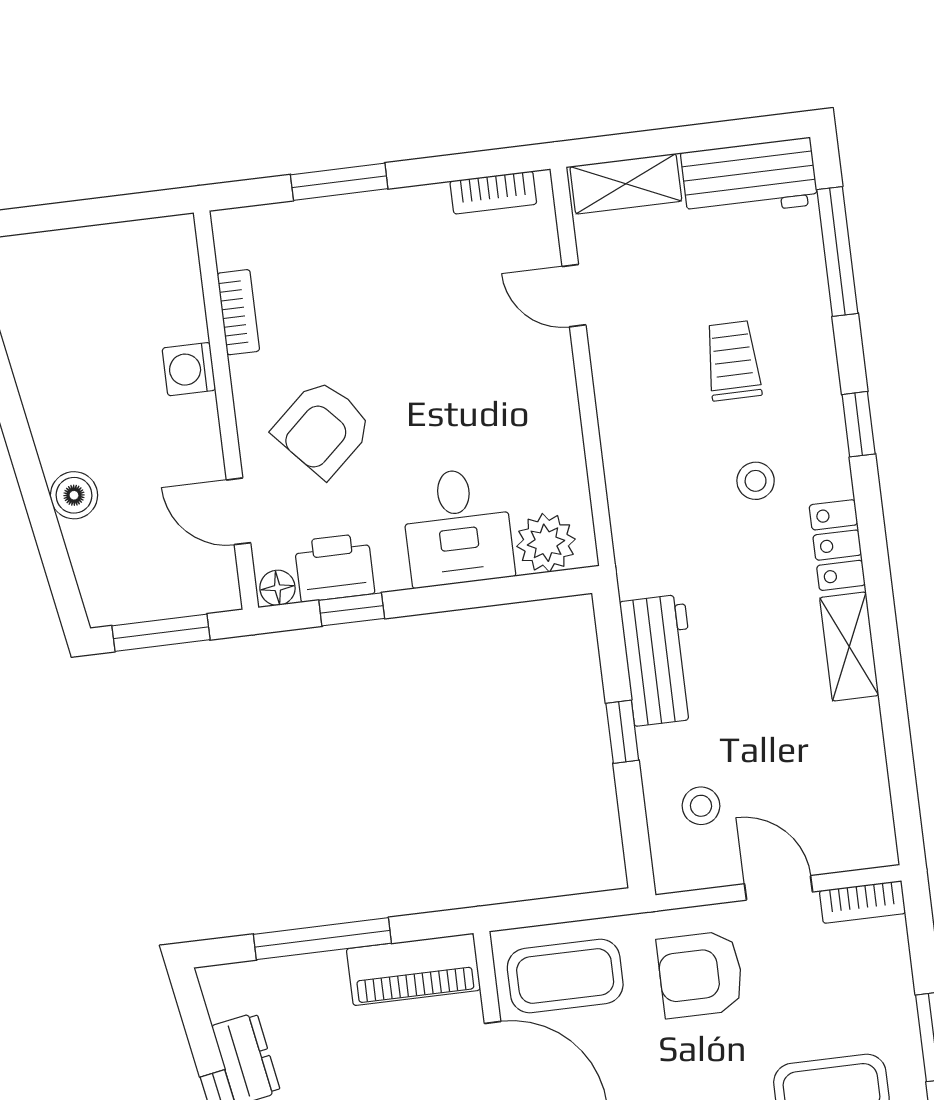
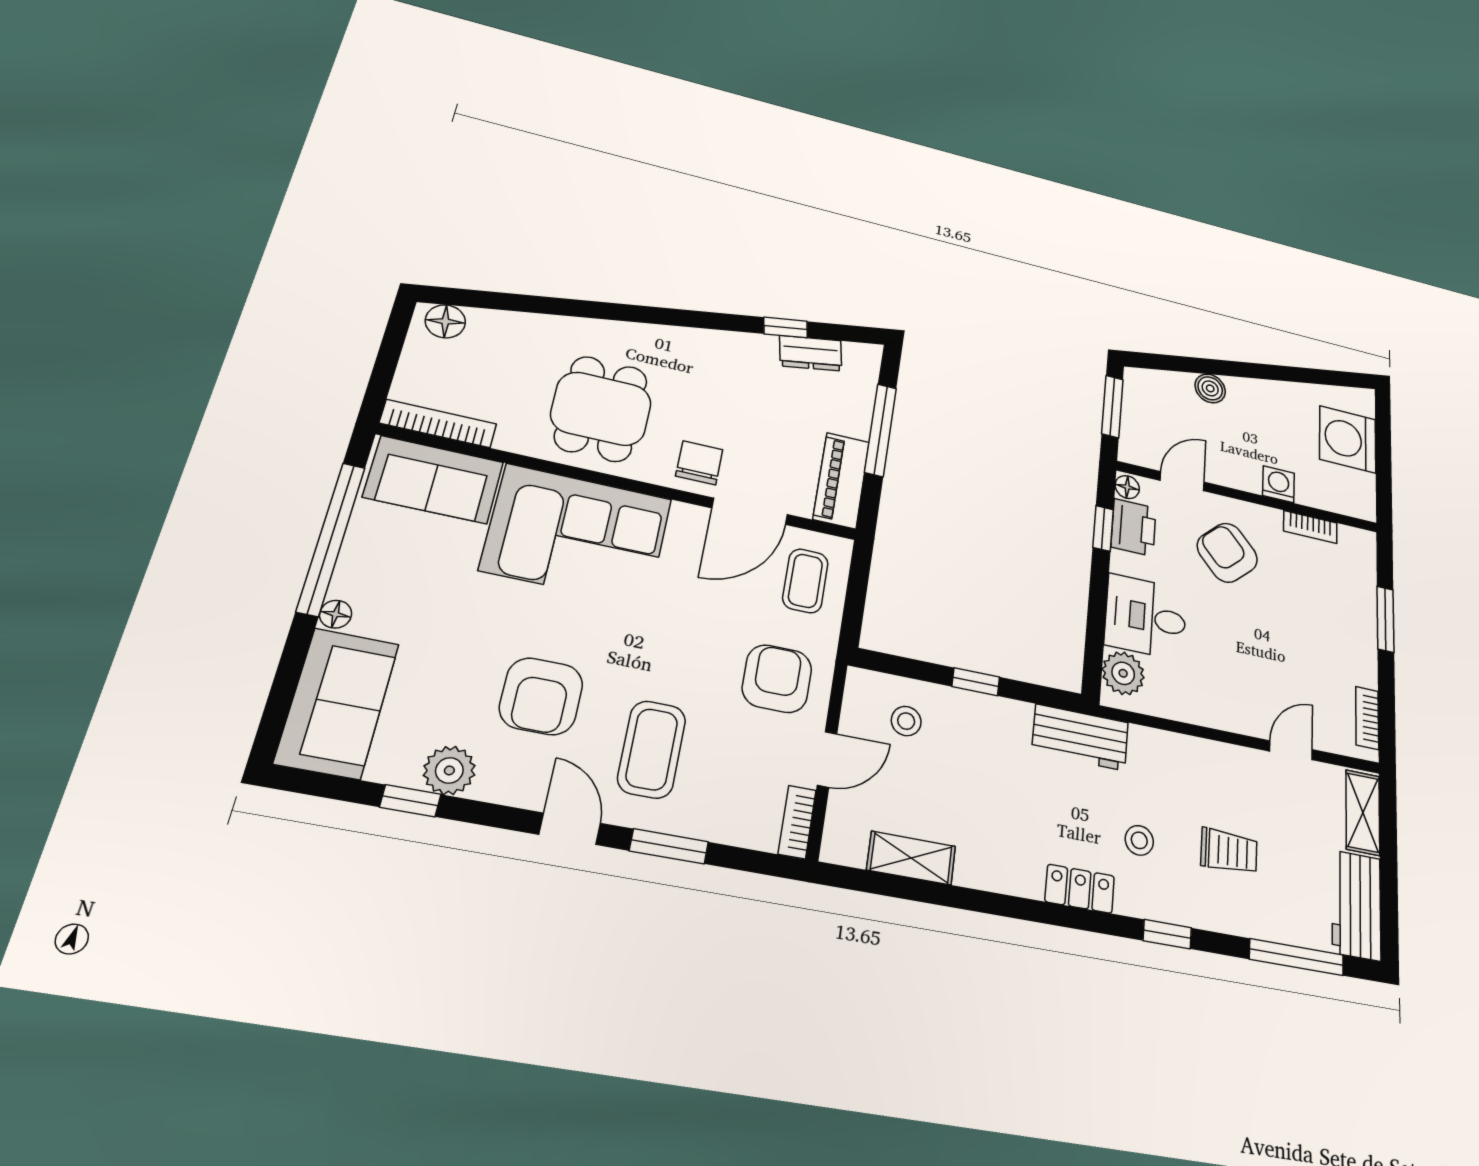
washing machine: (74, 273) -> (1348, 439), added
shelving: (849, 647) -> (911, 858), moved
workbench: (659, 660) -> (1080, 737), moved
coffee table: (565, 976) -> (805, 581), width x0.73, depth x0.77

